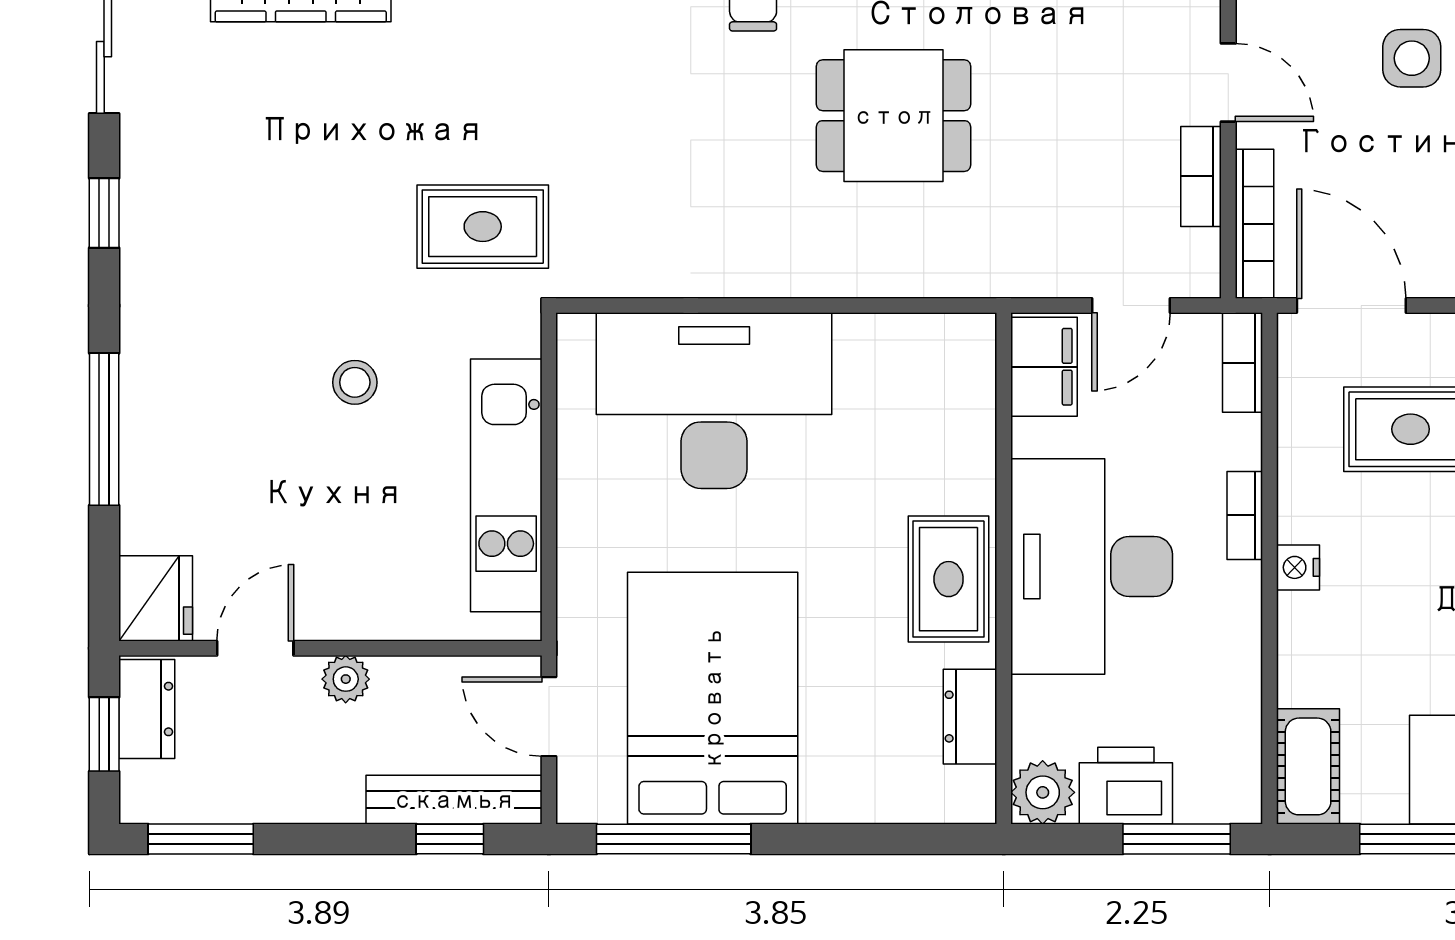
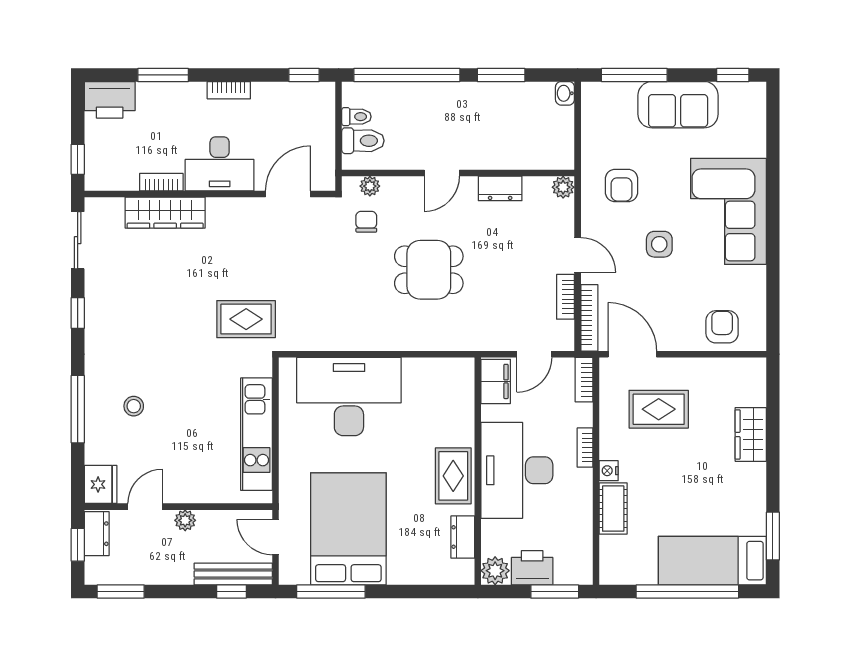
stool: (355, 382) -> (134, 406), moved
cot: (1308, 766) -> (613, 509), moved

